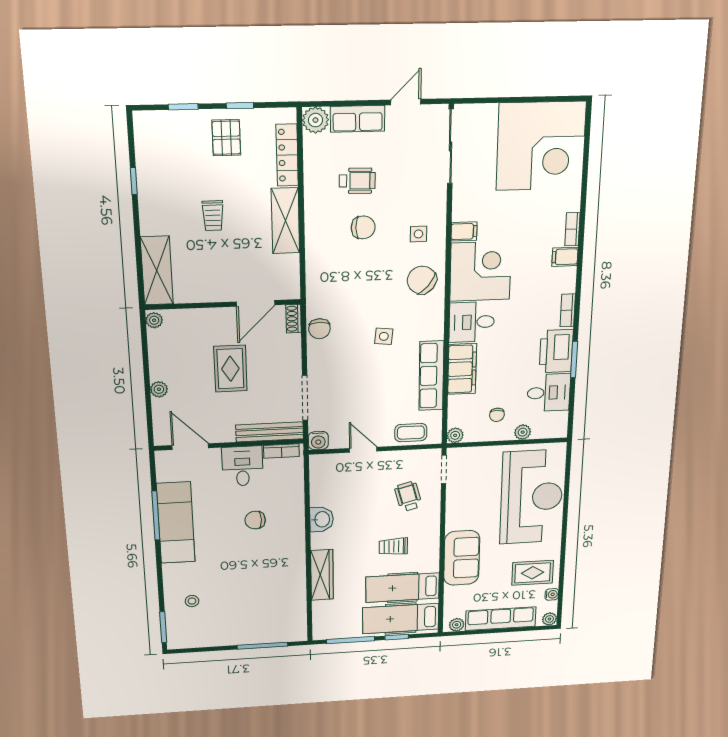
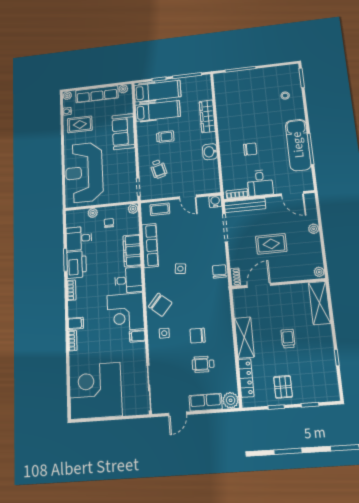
rug: (230, 369) -> (271, 244), turned 90

